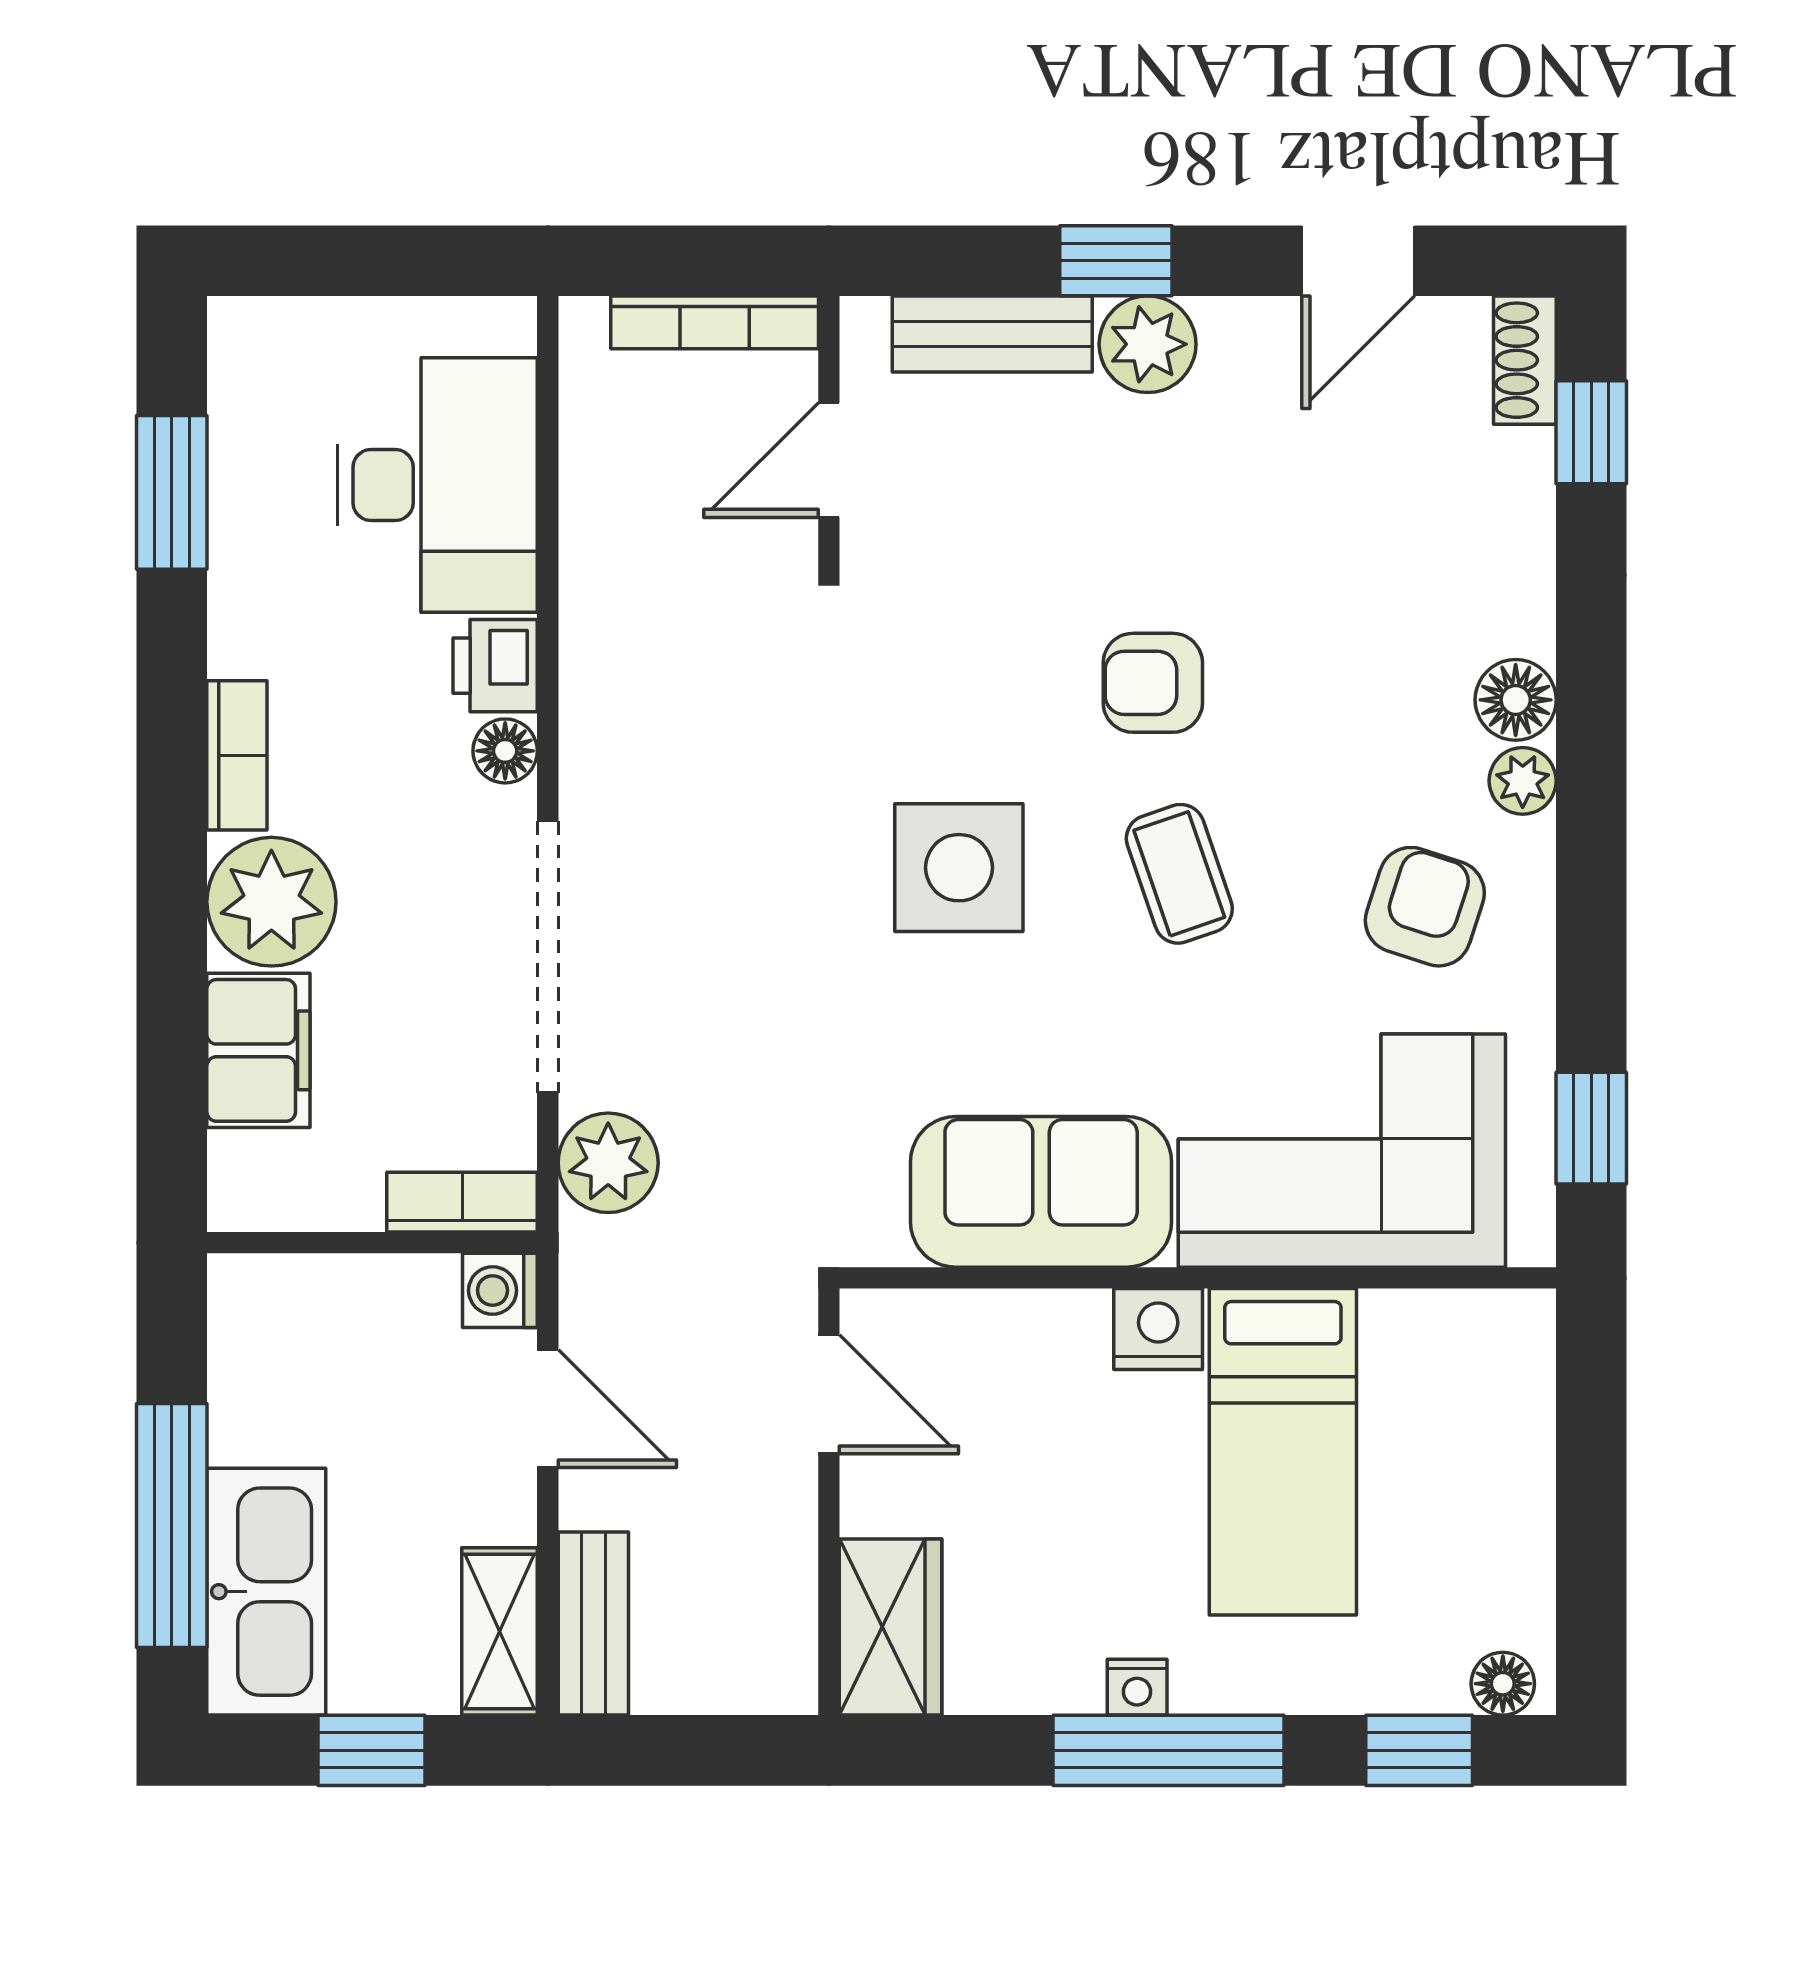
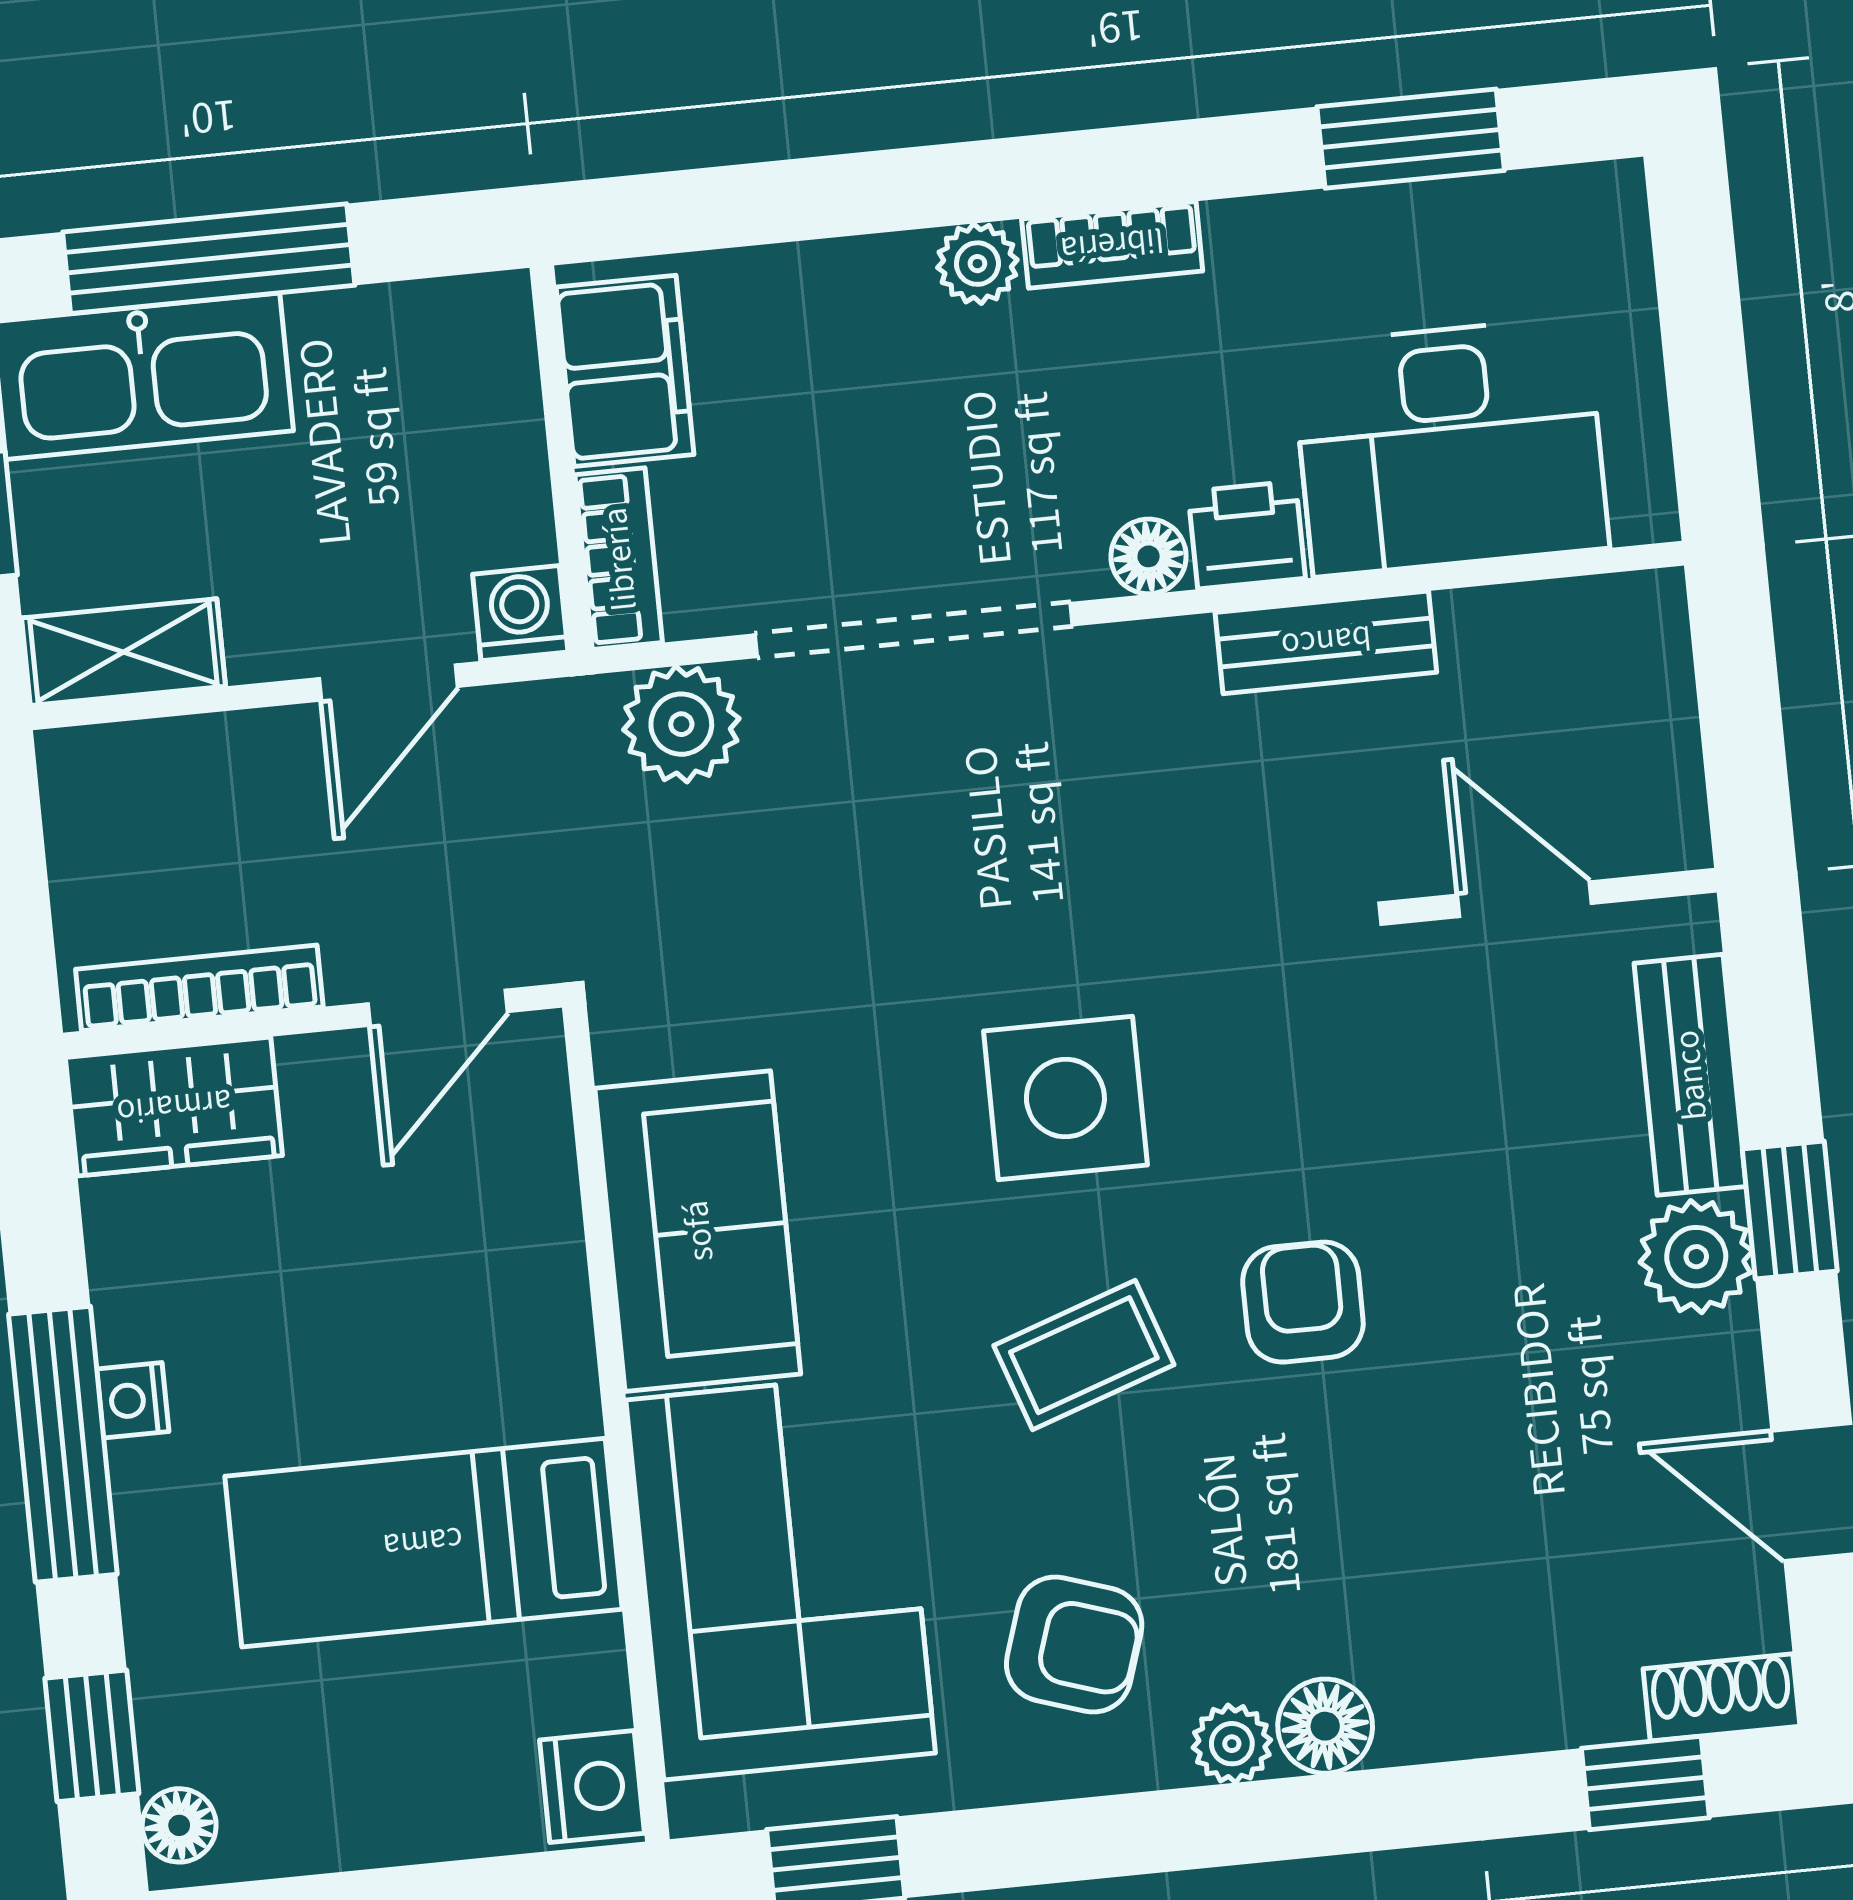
bookcase: (715, 322) -> (199, 988), moved, turned 90
plant: (271, 902) -> (977, 264), width x0.53, depth x0.53
filing cabinet: (258, 1050) -> (625, 371), moved, turned -90
nightstand: (1158, 1329) -> (592, 1787), moved
bench: (593, 1624) -> (1326, 642), moved

